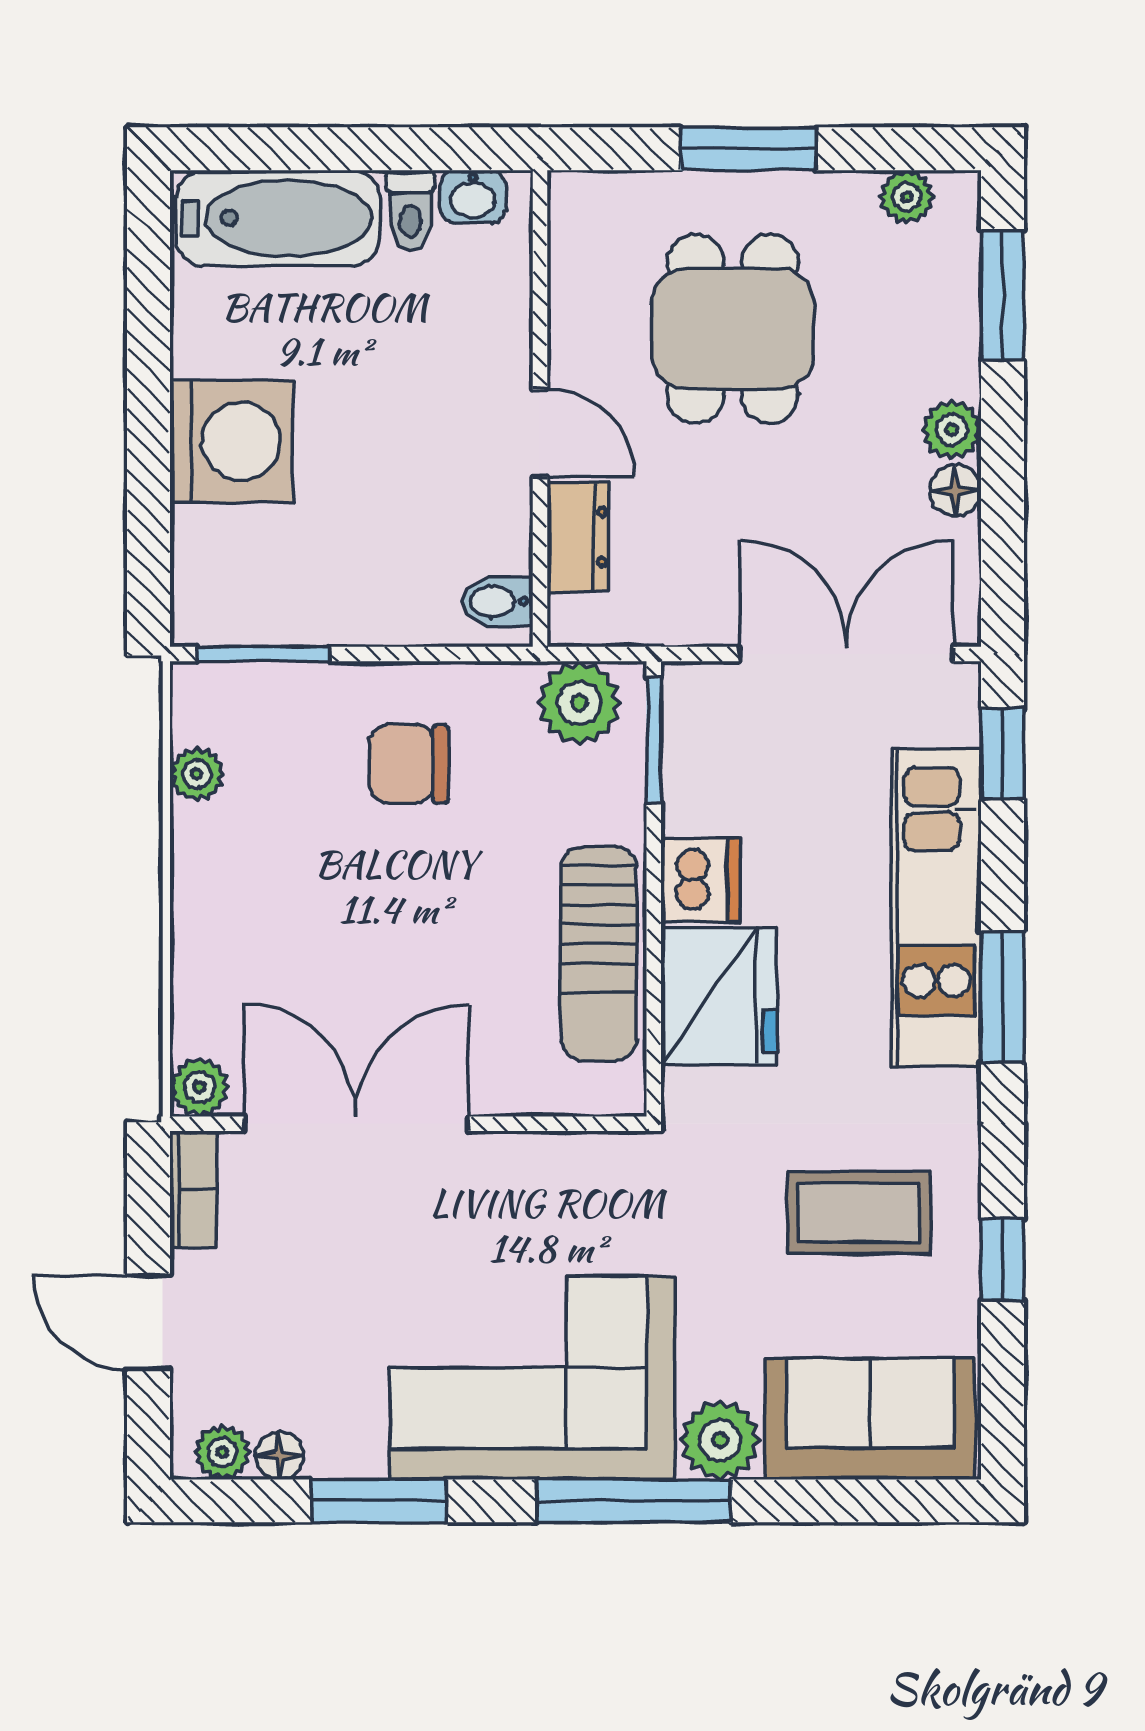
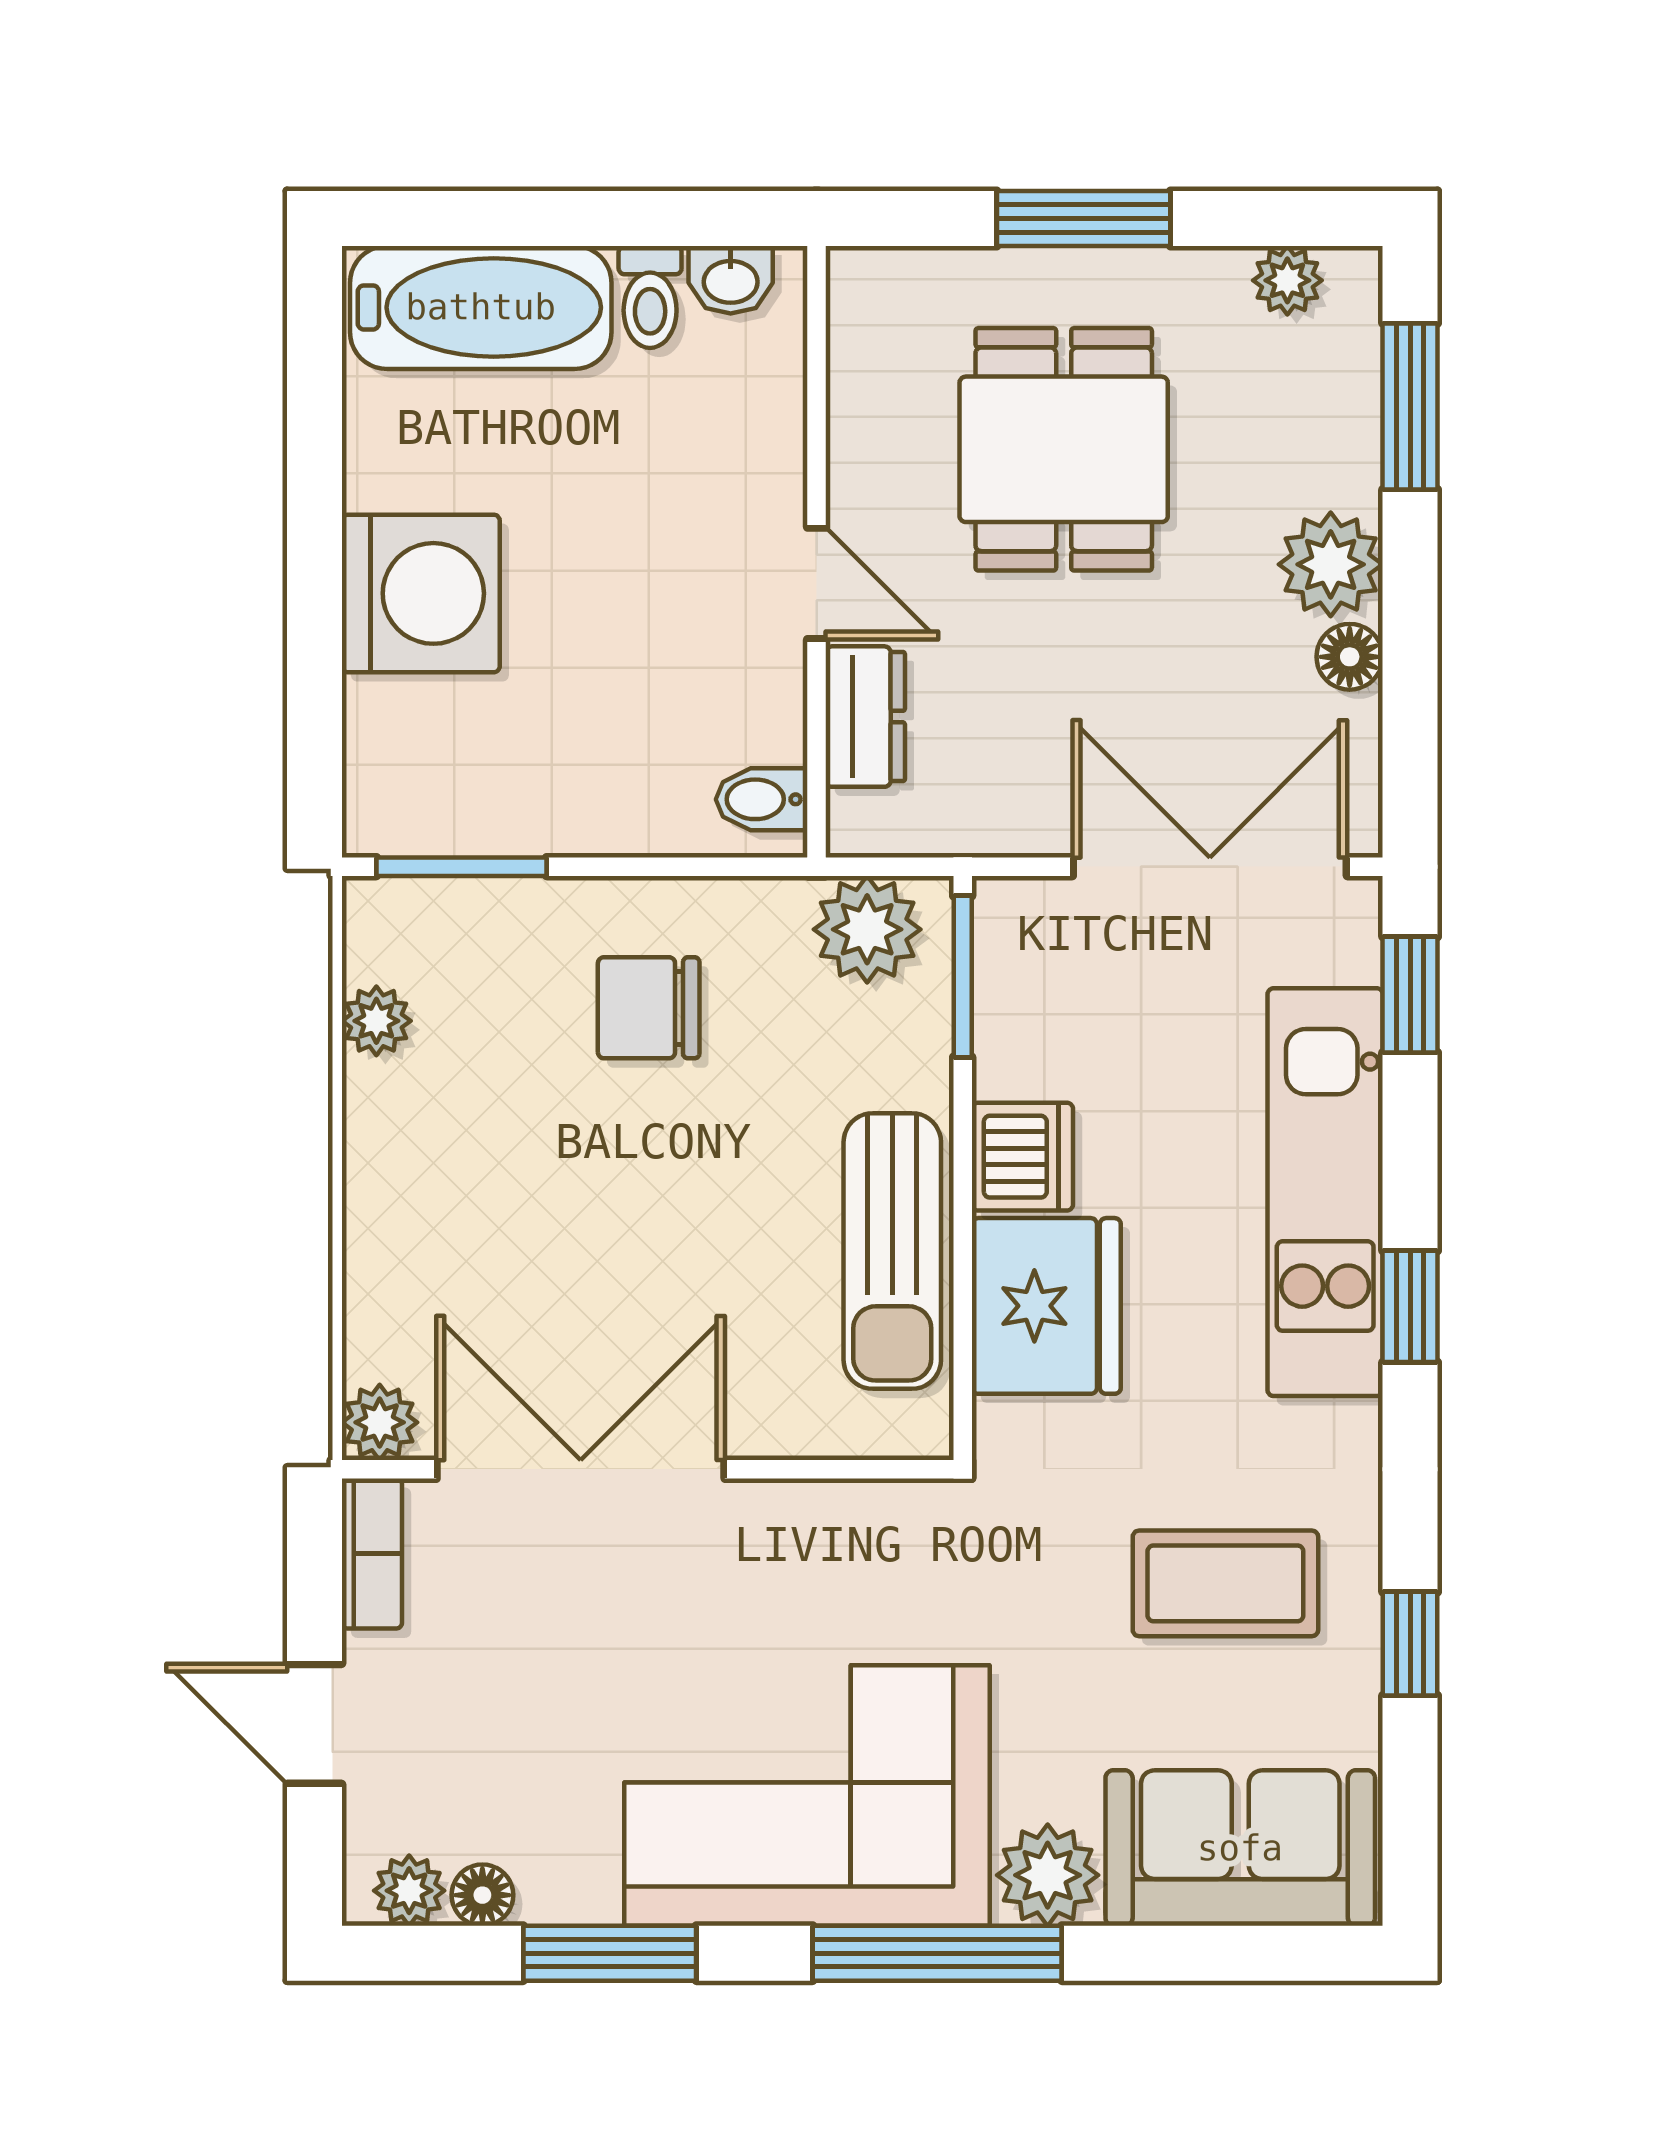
plant: (952, 429) -> (1331, 564), width x1.38, depth x1.38
window: (1003, 997) -> (1410, 1306), width x0.67

